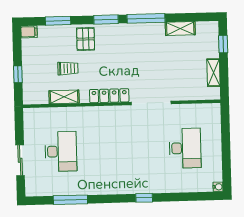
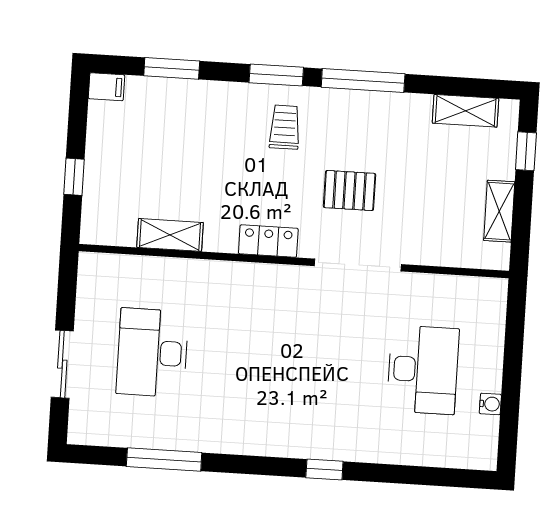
shelving: (180, 28) -> (466, 111), moved
pallet: (86, 39) -> (350, 191), moved, turned 90
trolley: (68, 68) -> (285, 127), moved, turned -90
locker: (109, 96) -> (268, 241), width x0.66
desk: (61, 151) -> (152, 353), turned 180
water cooler: (218, 187) -> (490, 404), moved

